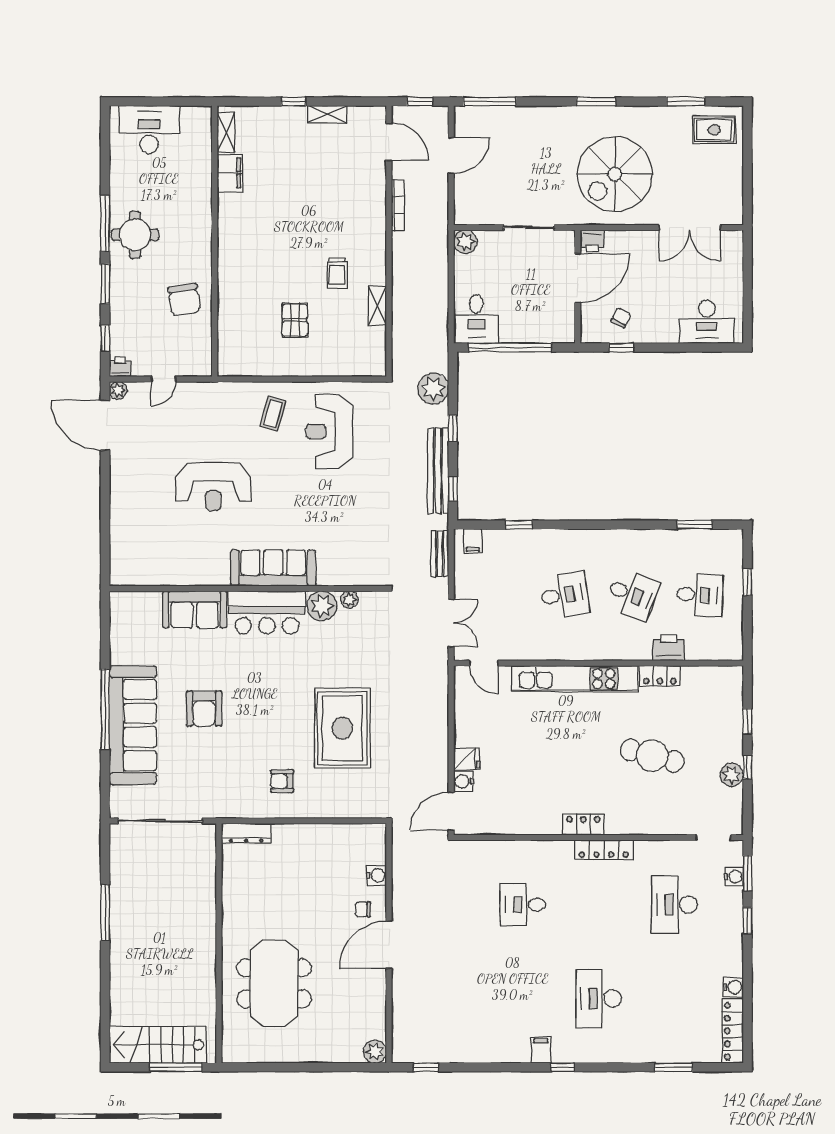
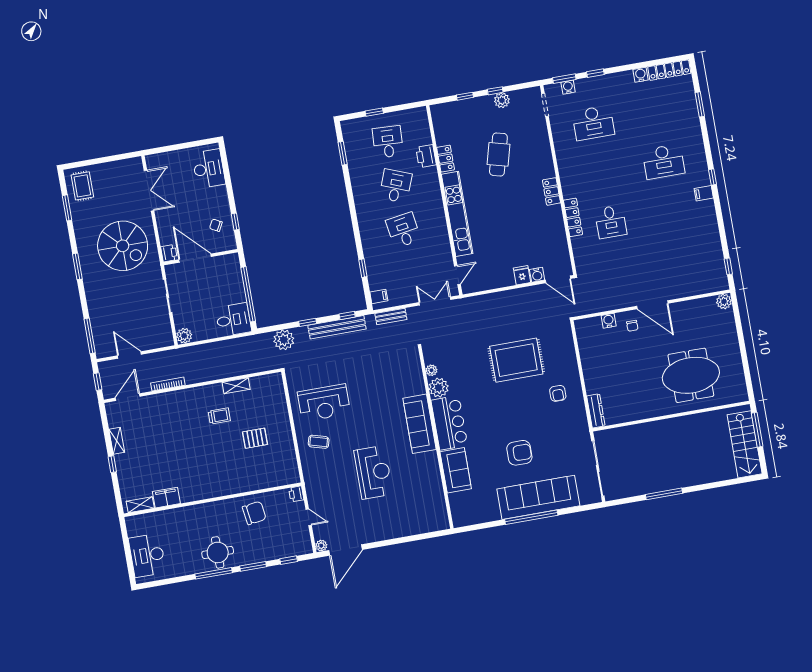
printer: (120, 367) -> (296, 494), moved
locker: (604, 850) -> (573, 217), moved

